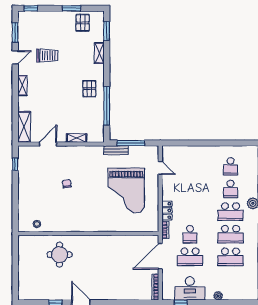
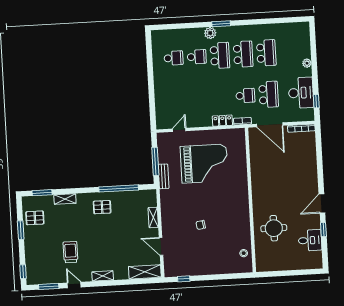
desk: (46, 289) -> (310, 240), added

